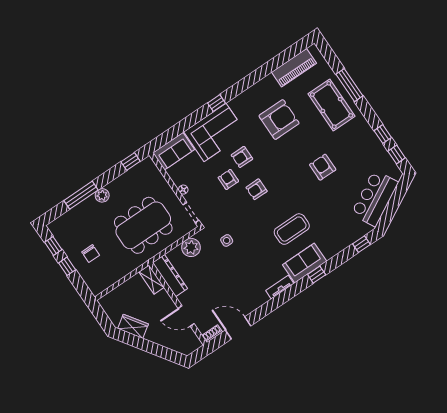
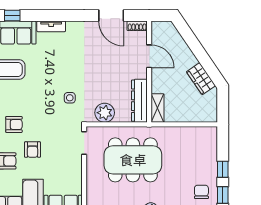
floor lamp: (183, 190) -> (77, 167), removed
chair: (91, 254) -> (201, 192), moved

